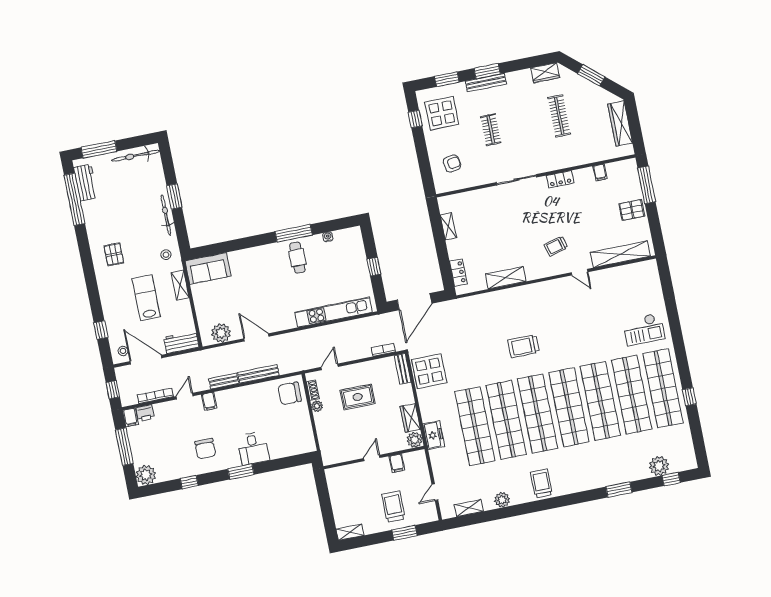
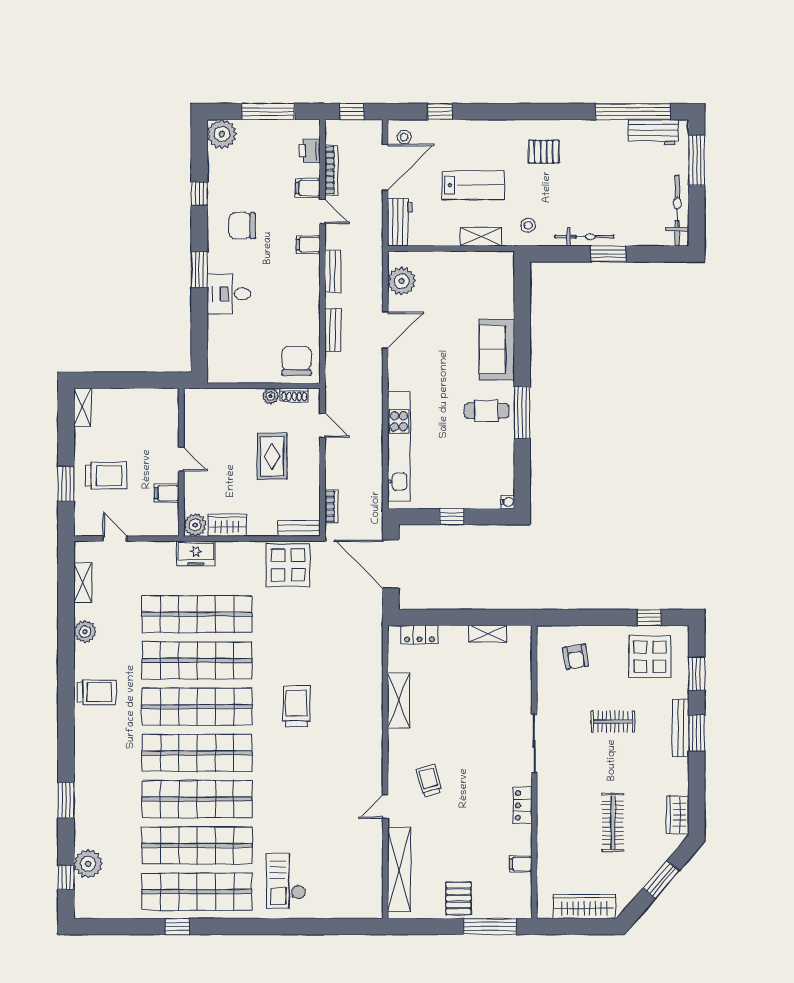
clothes rail: (559, 116) -> (613, 822), turned 90
water cooler: (328, 237) -> (507, 502), moved
sofa: (208, 268) -> (497, 349), moved
bench: (258, 374) -> (333, 330), width x0.73
filing cabinet: (130, 417) -> (308, 188), moved

